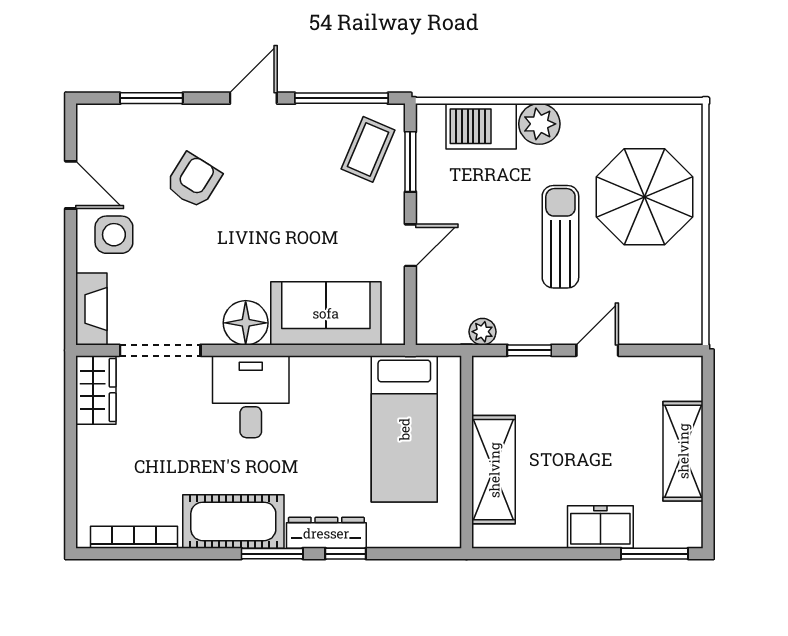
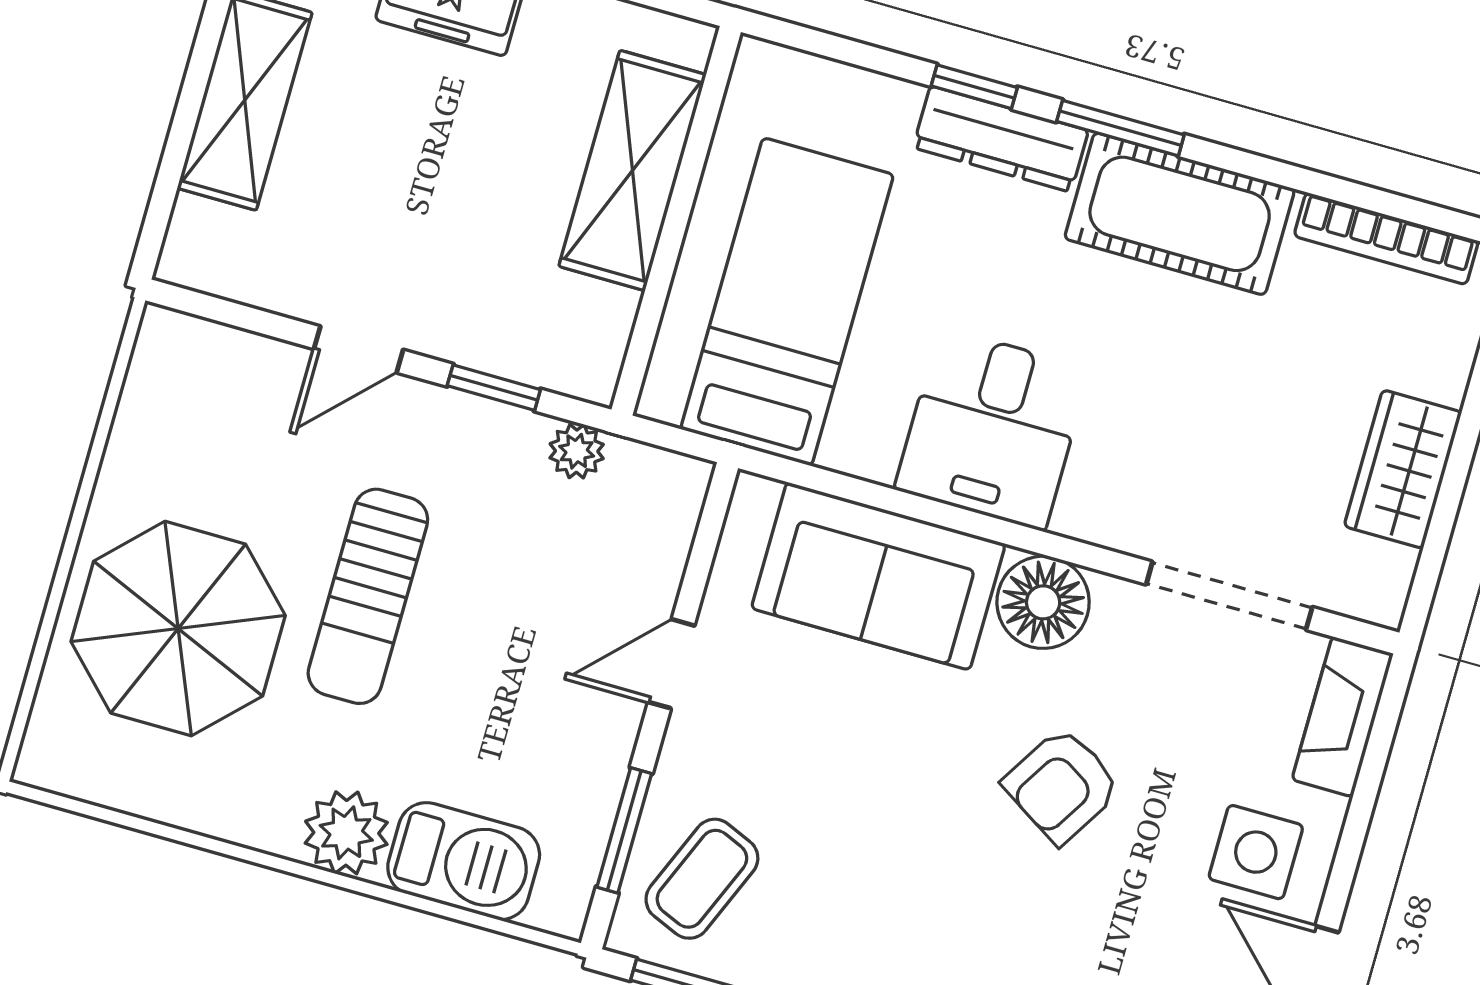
armchair: (194, 181) -> (1062, 785), moved
wardrobe: (96, 390) -> (1403, 469), moved
desk: (251, 397) -> (992, 429), moved

